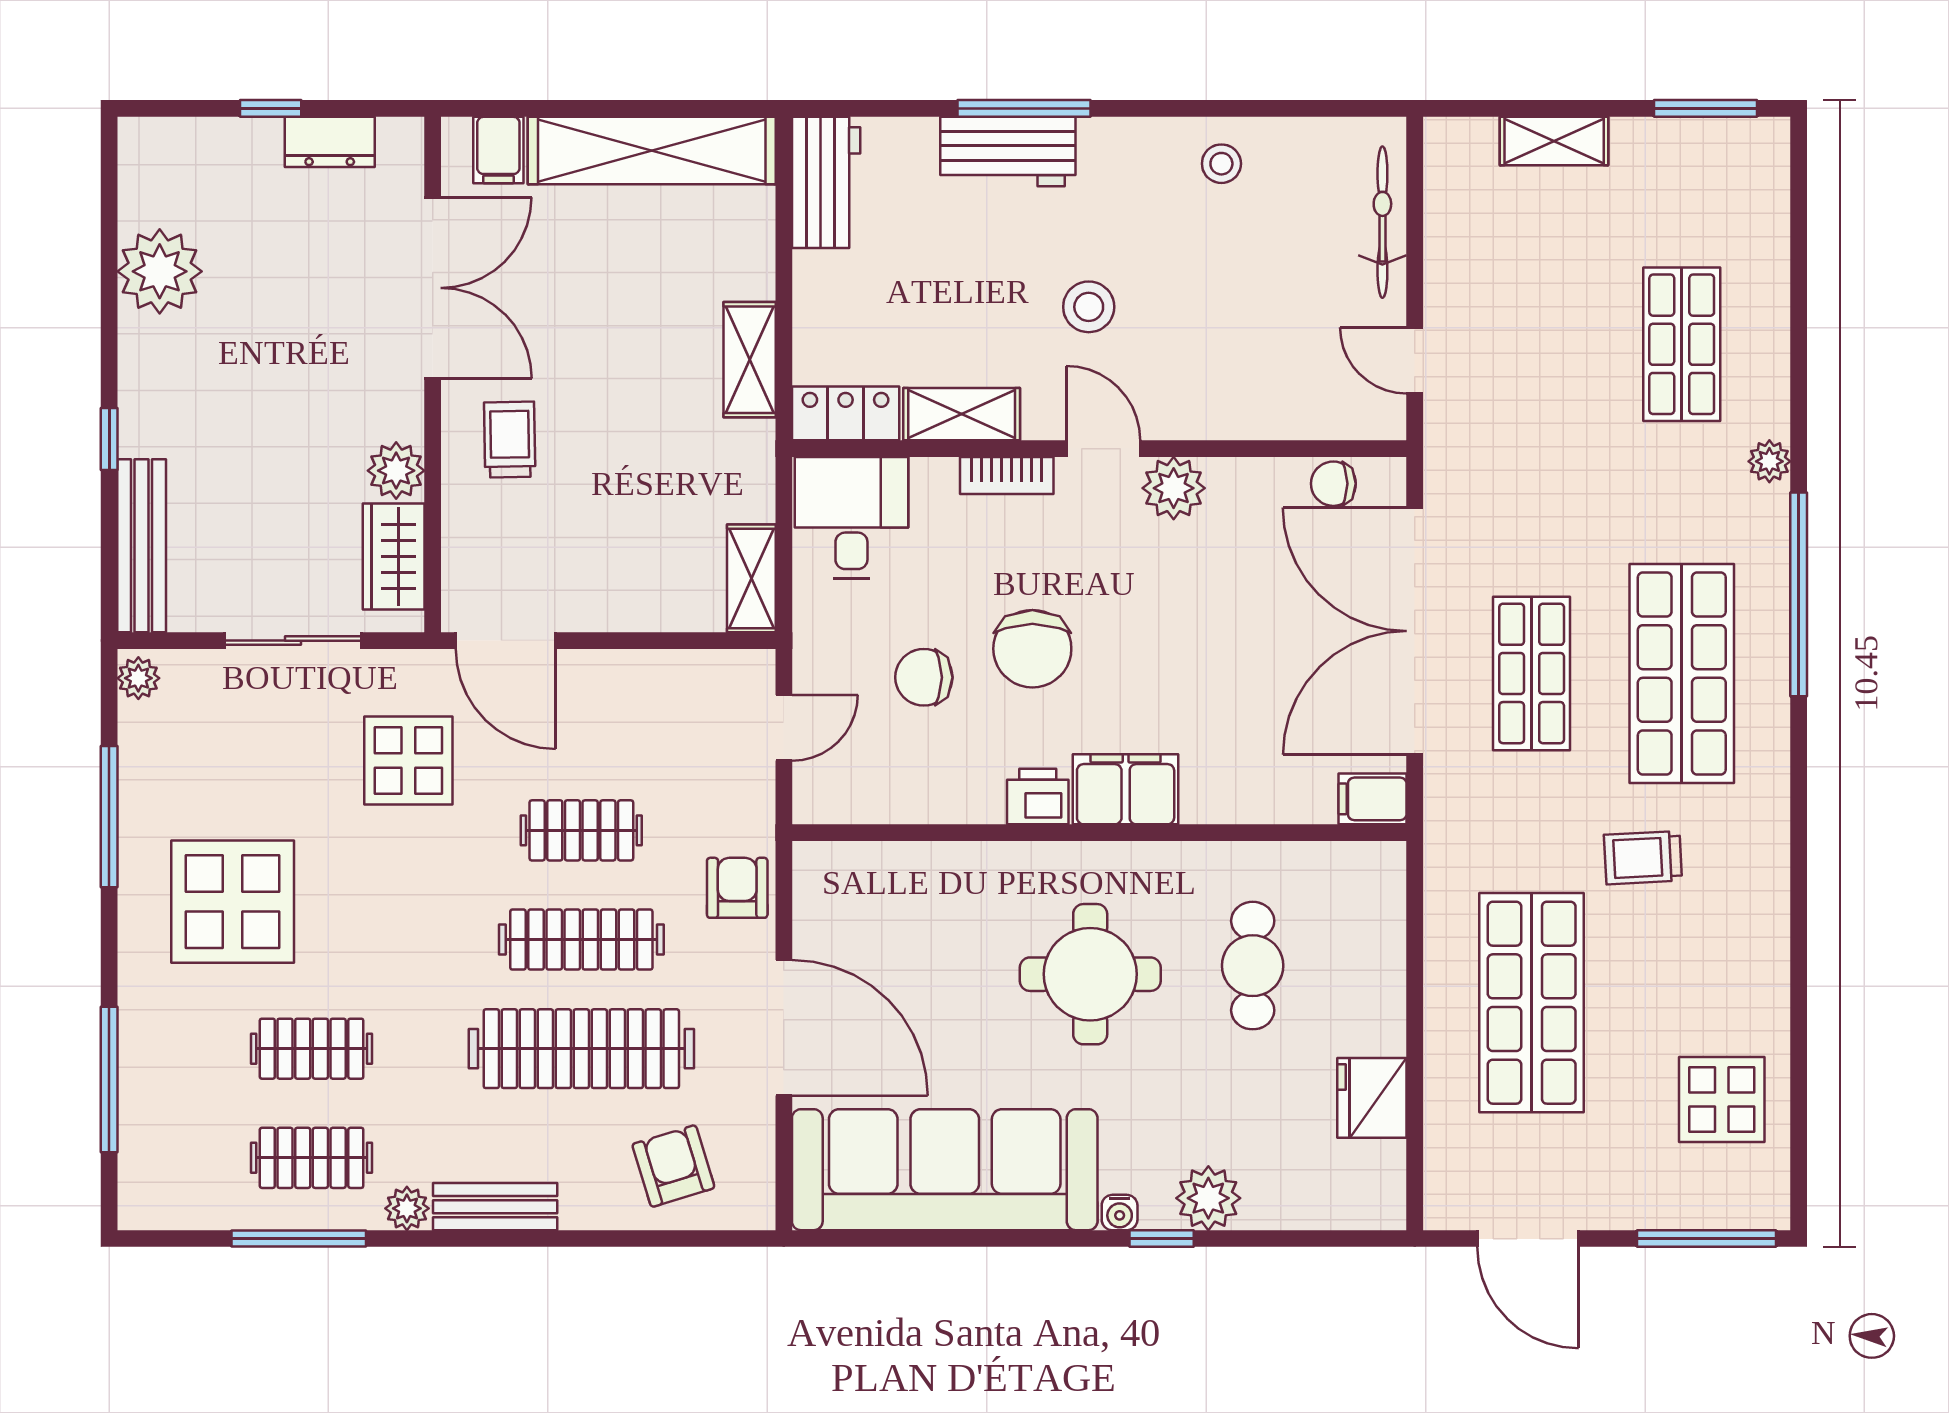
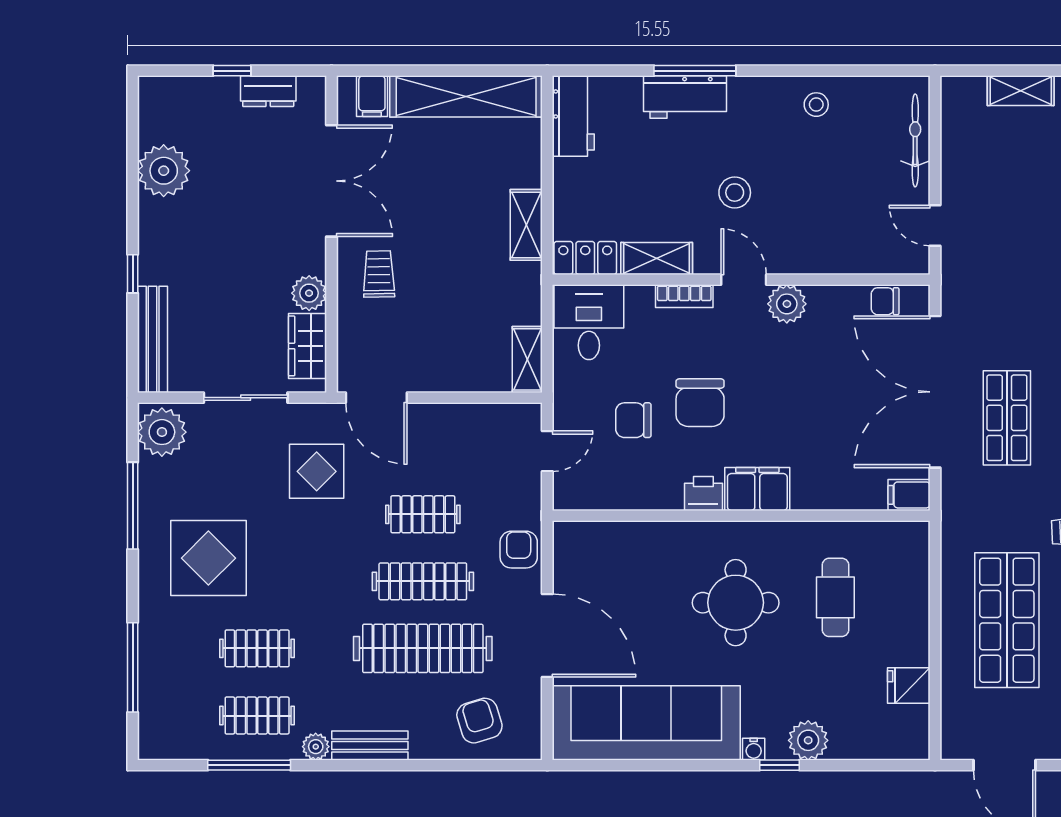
plant: (138, 678) -> (162, 432), width x1.88, depth x1.88
fridge: (1372, 1098) -> (909, 686), width x0.72

